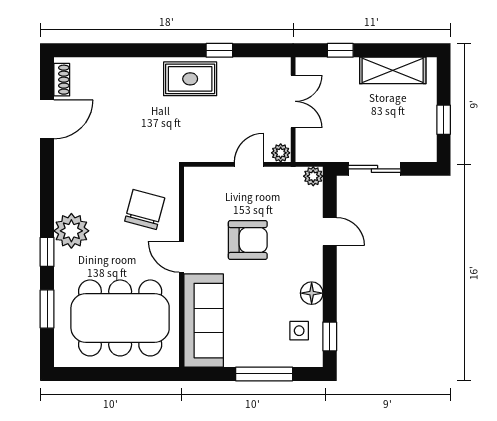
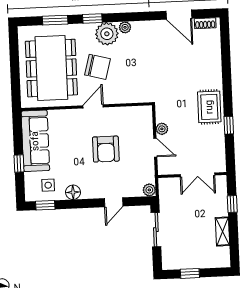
shelving: (393, 70) -> (222, 231), width x0.67, depth x0.75
plant: (281, 153) -> (162, 129), moved
plant: (63, 203) -> (125, 27), added
chair: (145, 209) -> (98, 67), moved
sofa: (204, 321) -> (35, 141), moved, turned -90
window: (264, 374) -> (19, 164), width x0.46

